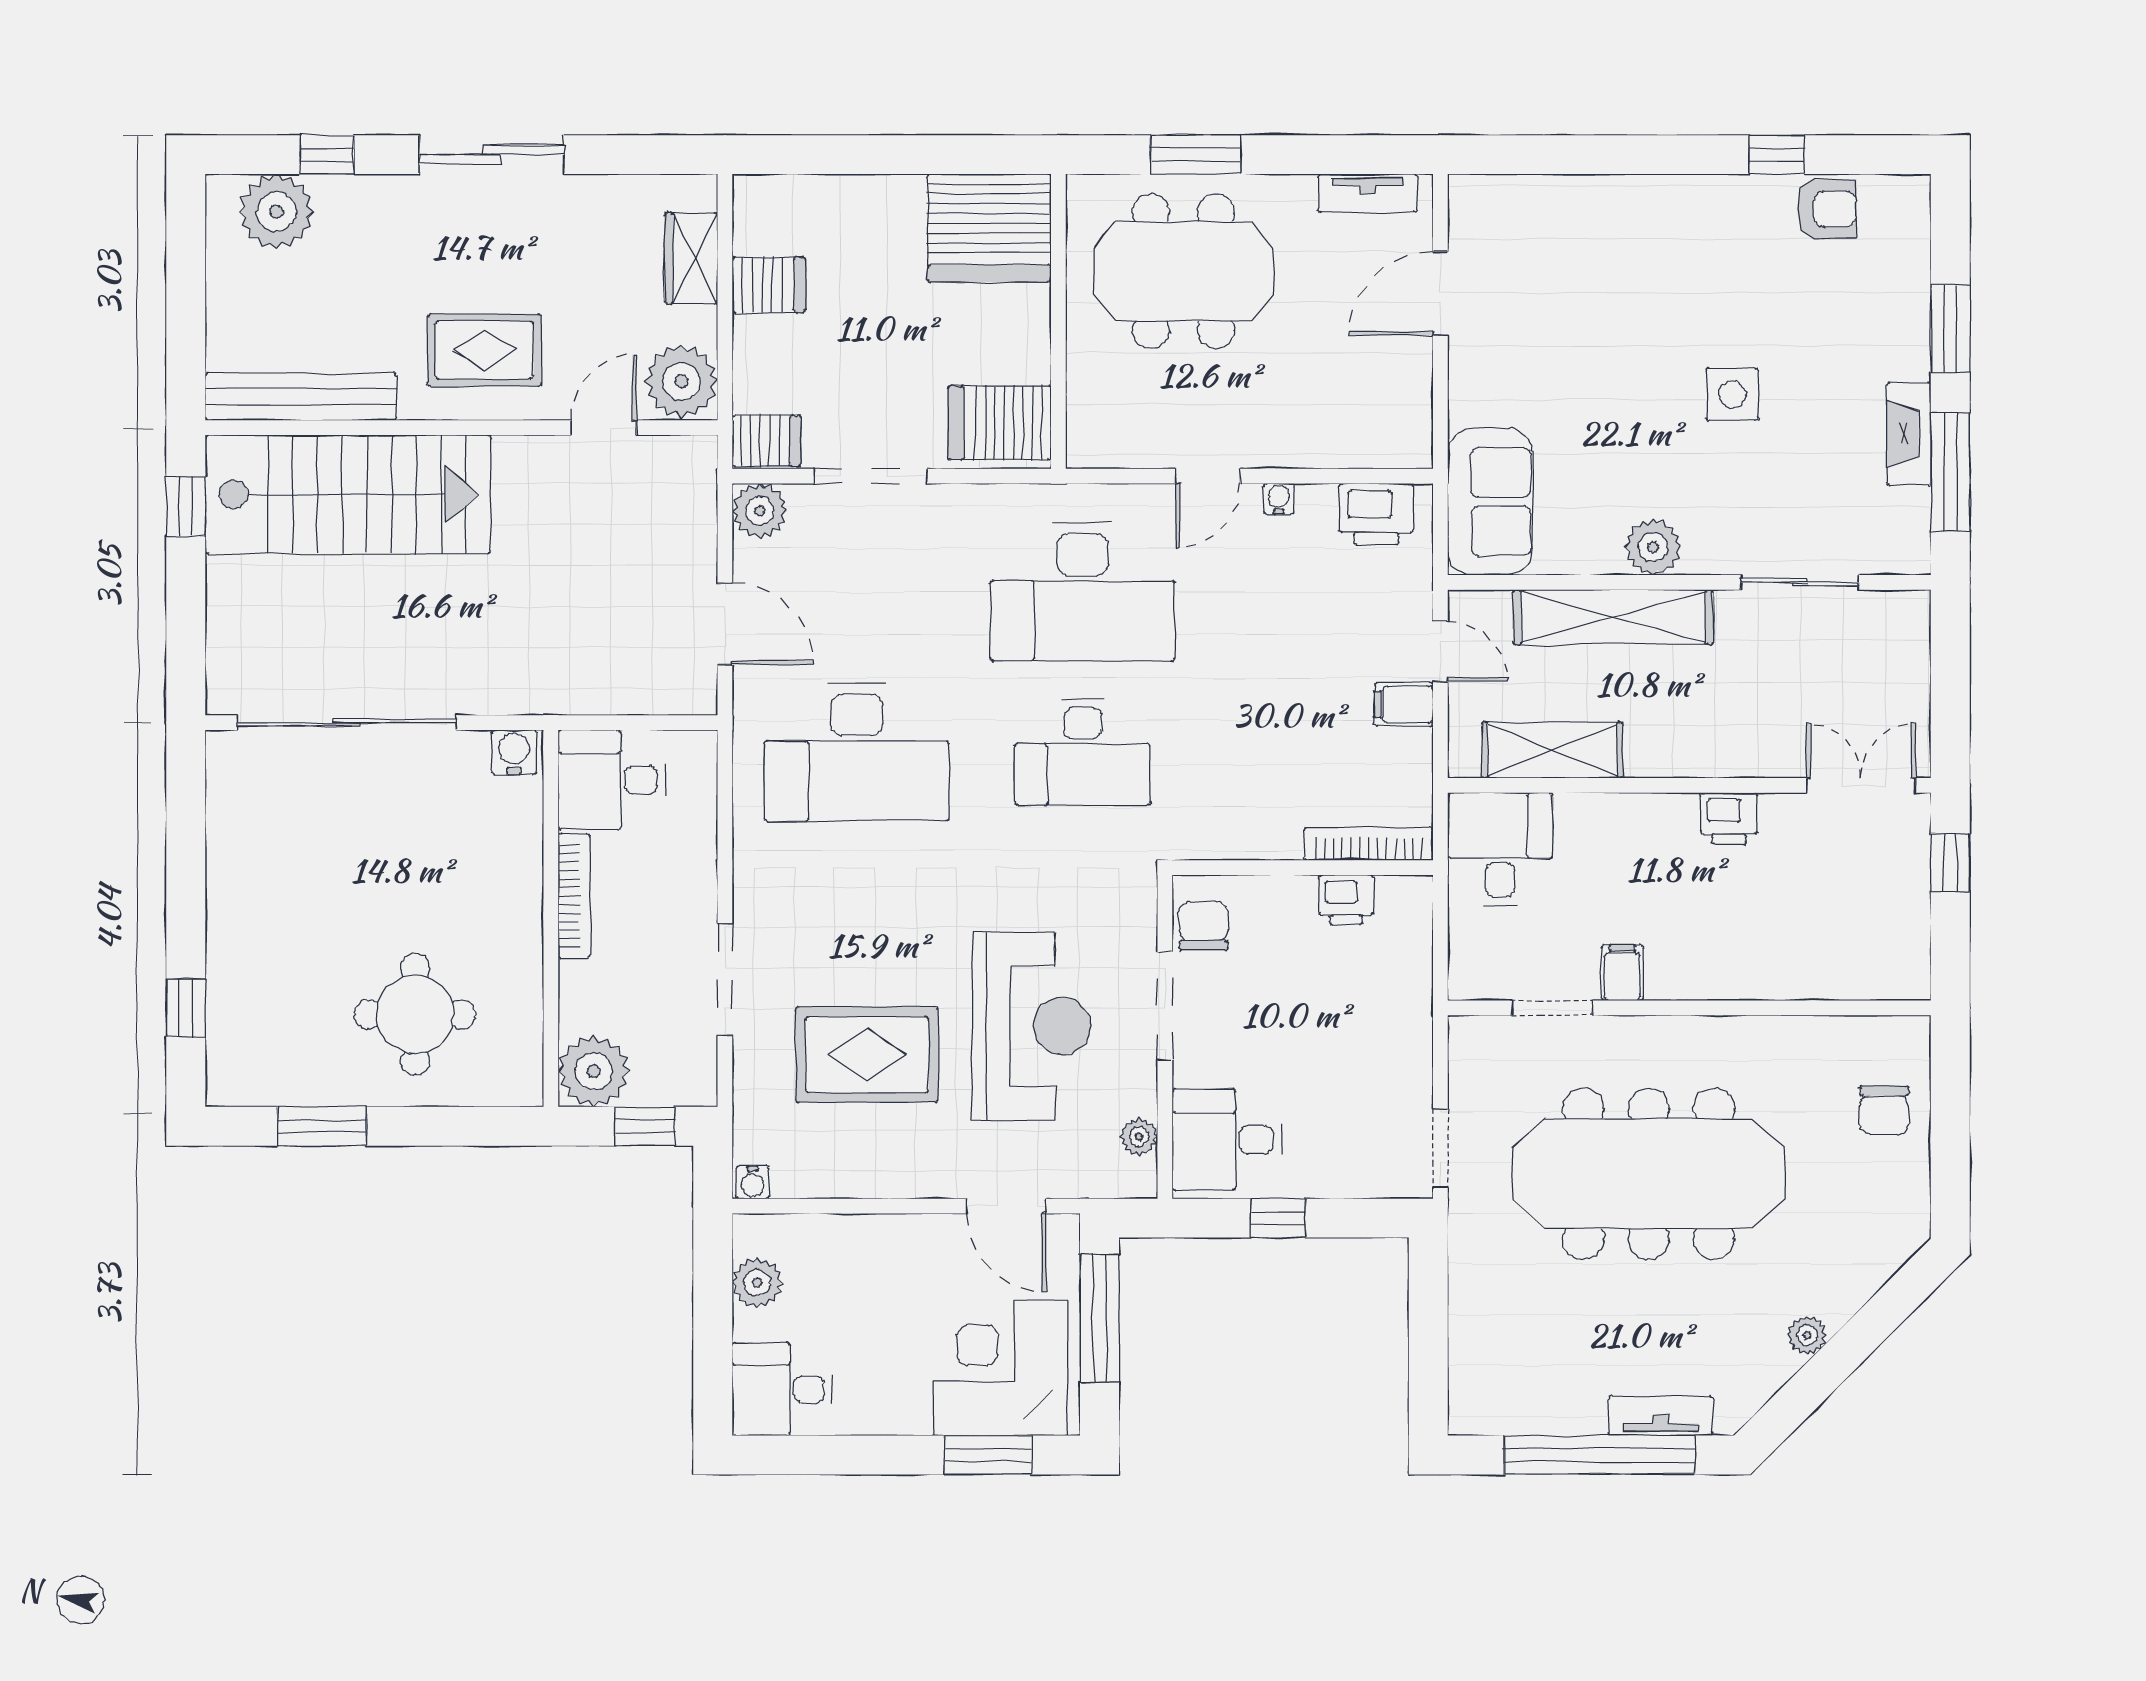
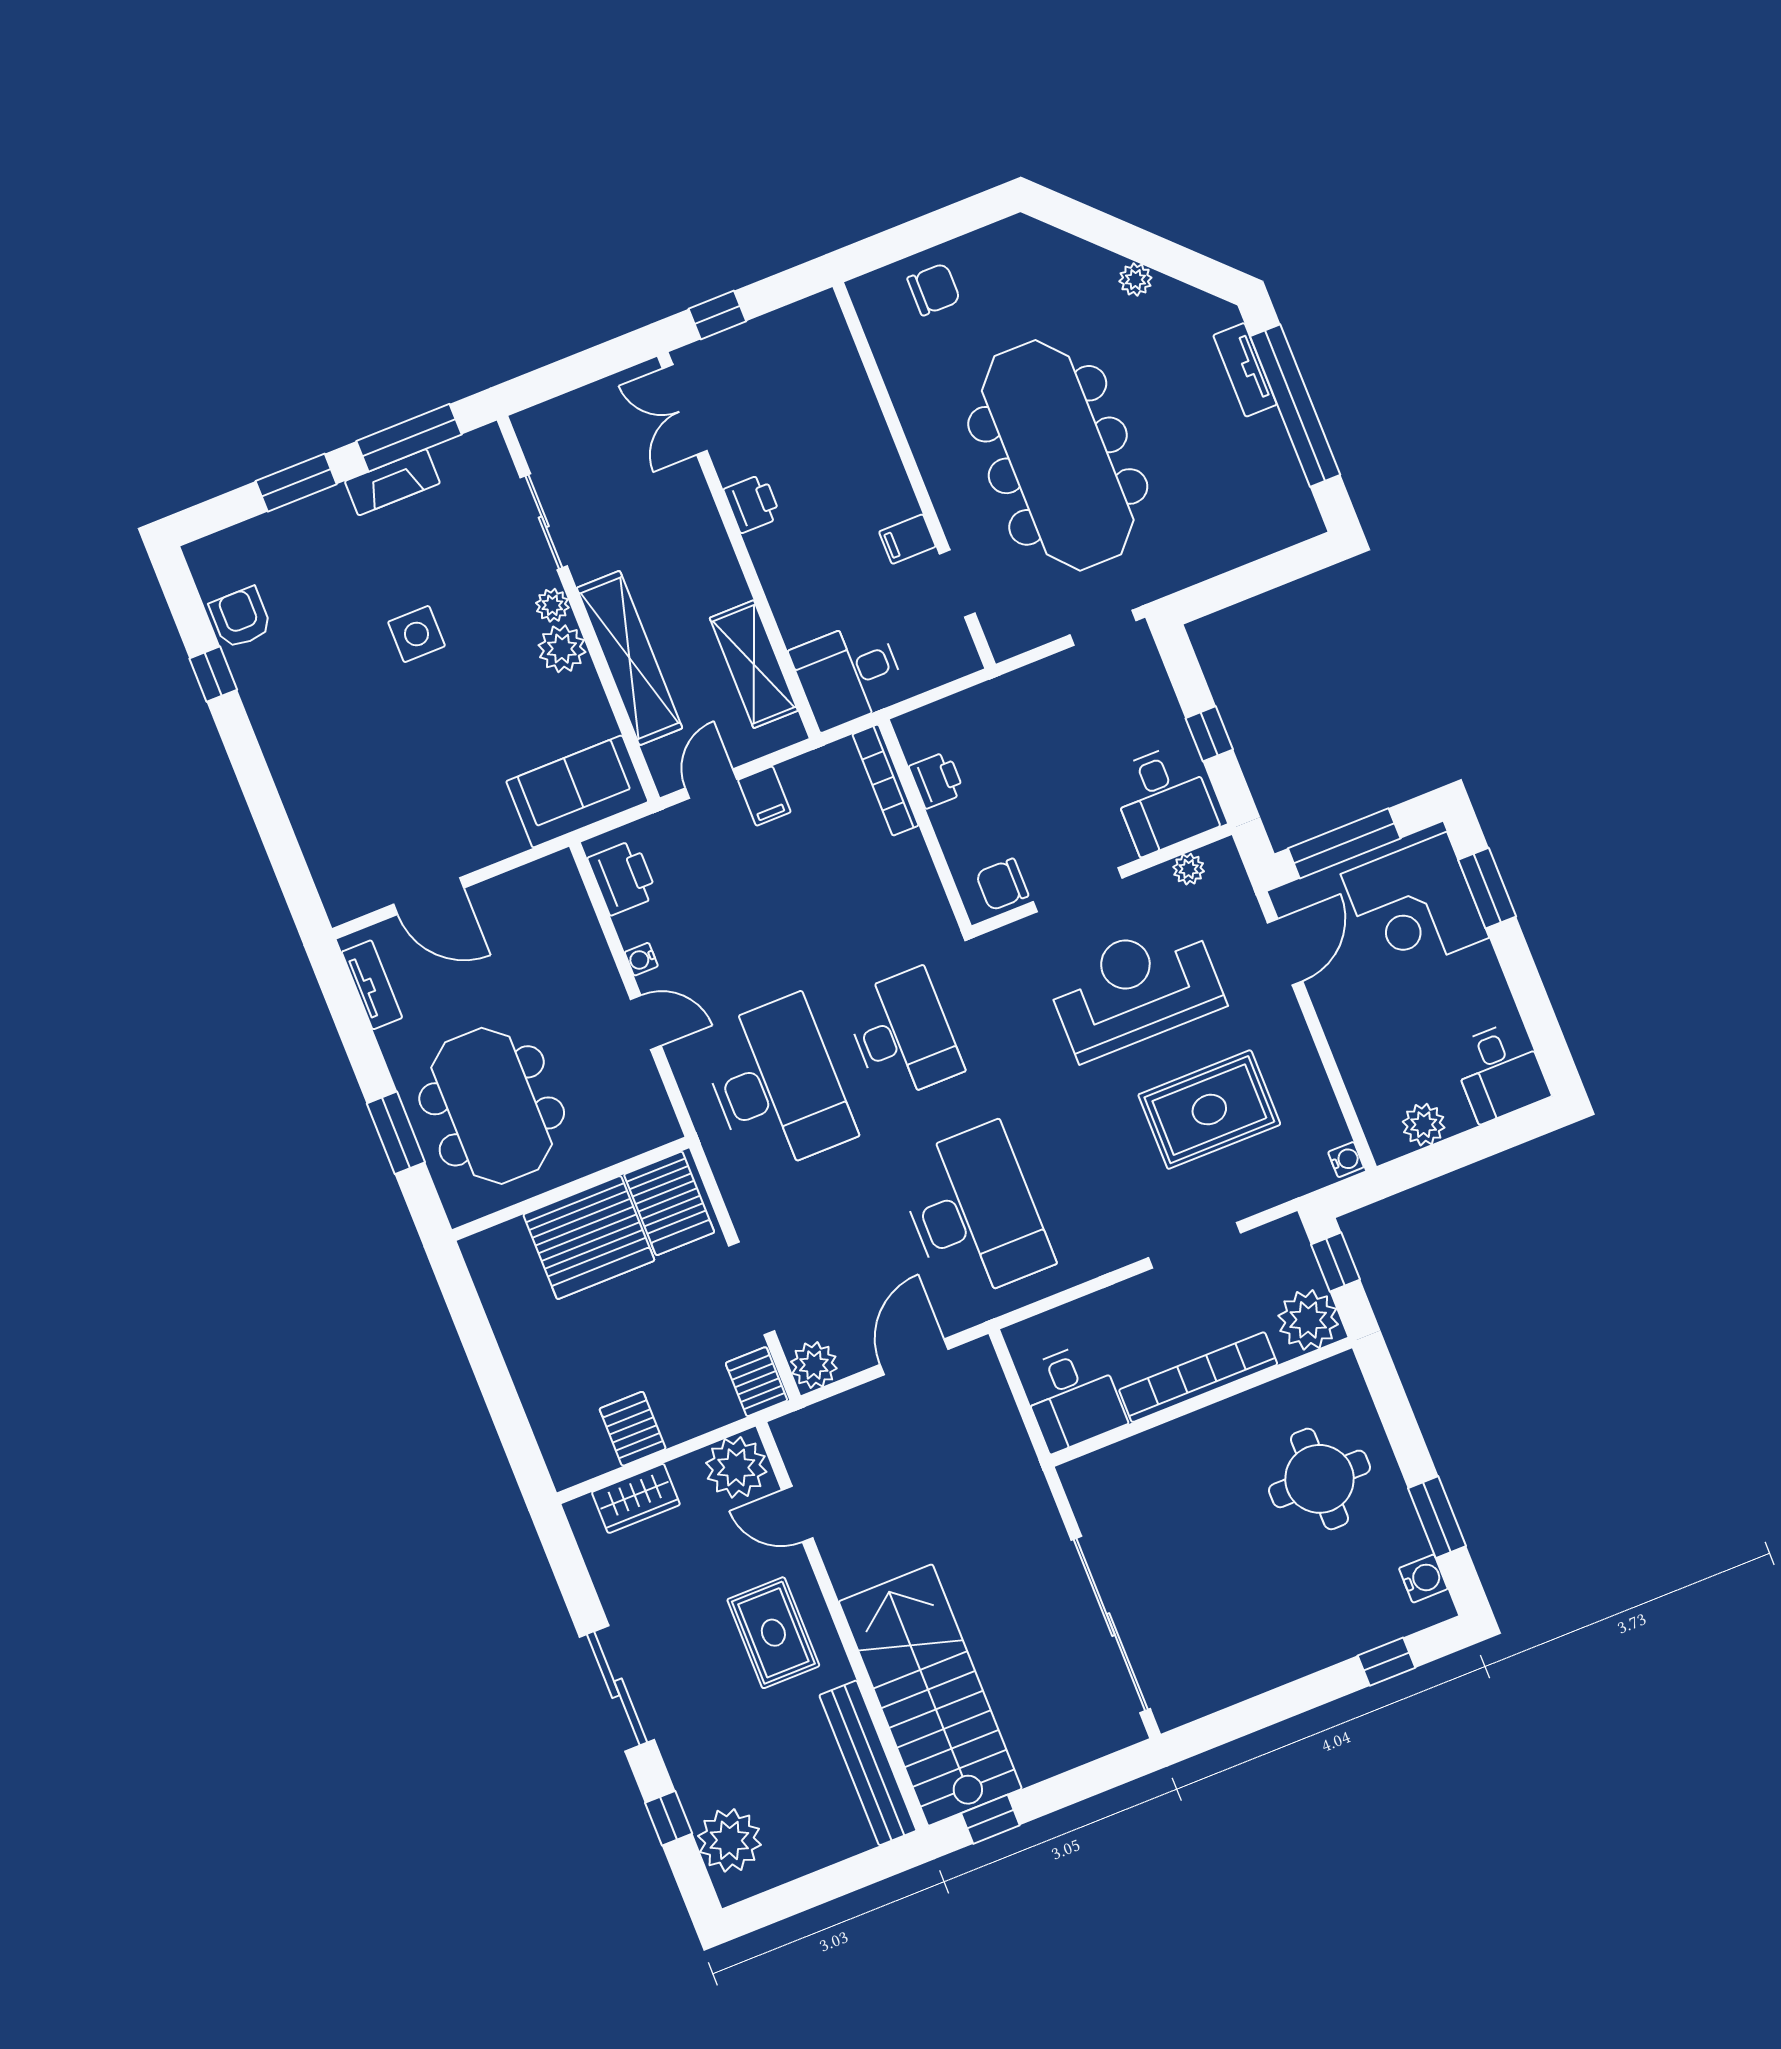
server rack: (989, 228) -> (589, 1238), moved, turned 90
plant: (1705, 556) -> (552, 605), added
water cooler: (514, 752) -> (1423, 1579), moved, turned 180
bookcase: (574, 896) -> (1198, 1377), width x1.48, depth x1.31
rug: (867, 1055) -> (1209, 1110), turned 90

